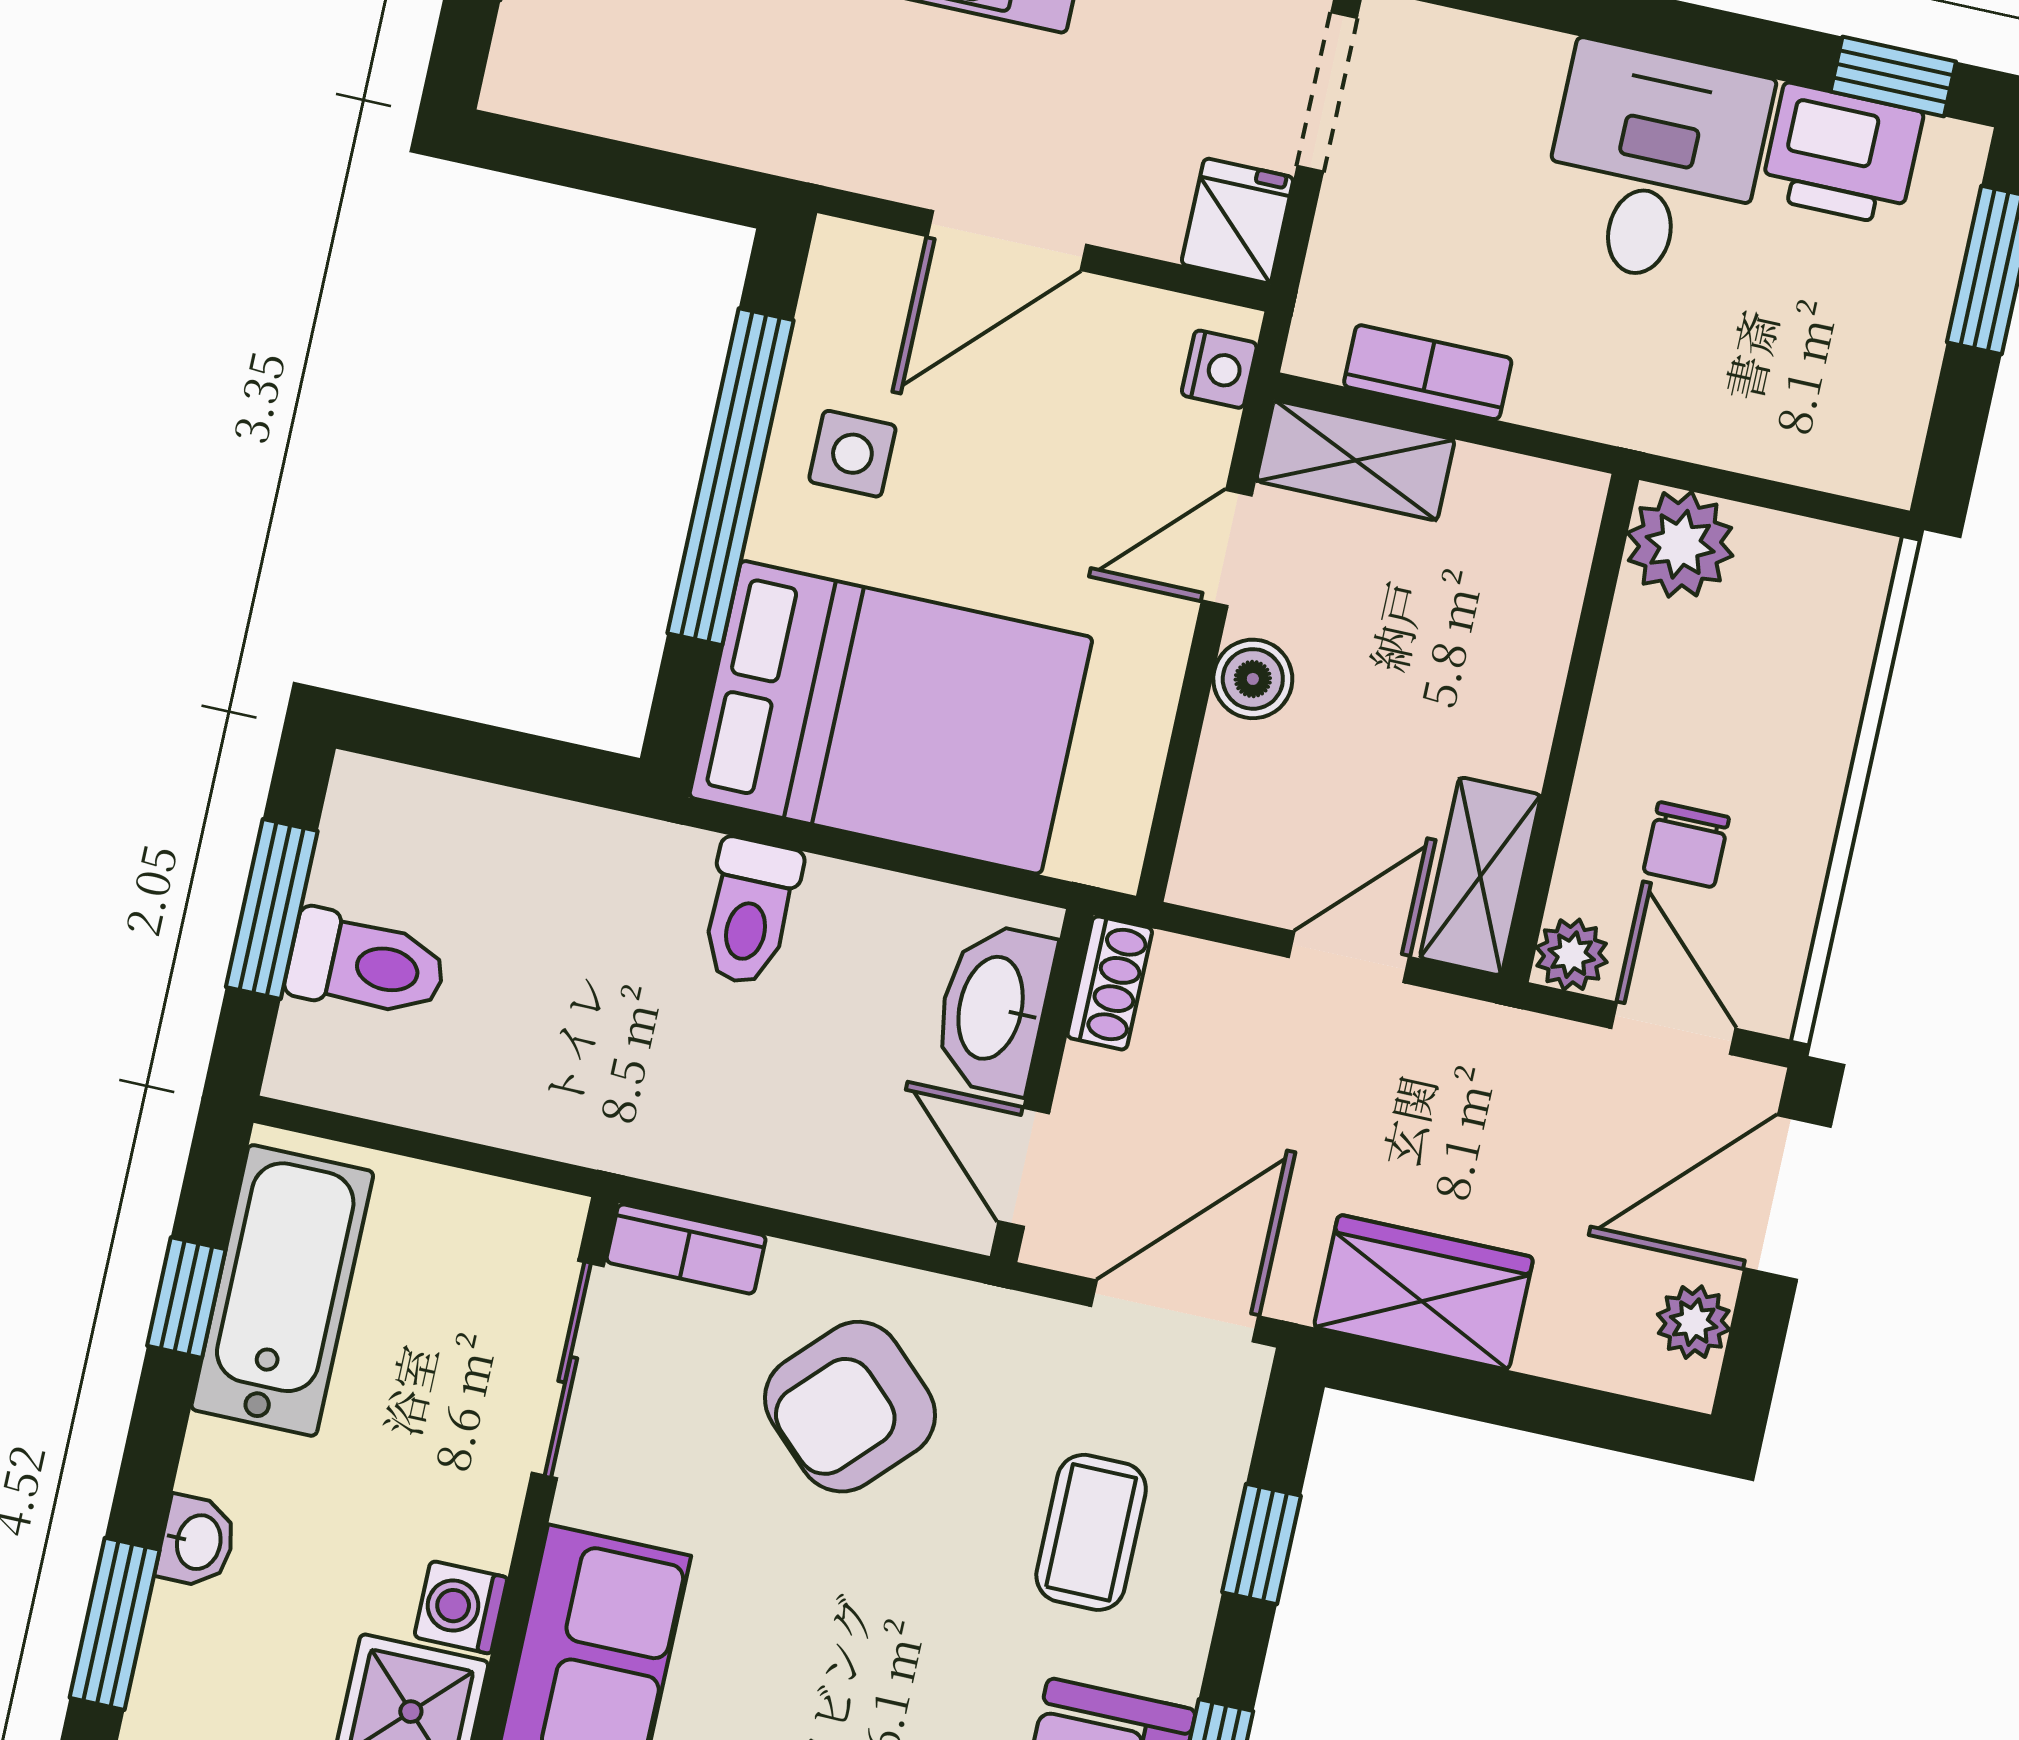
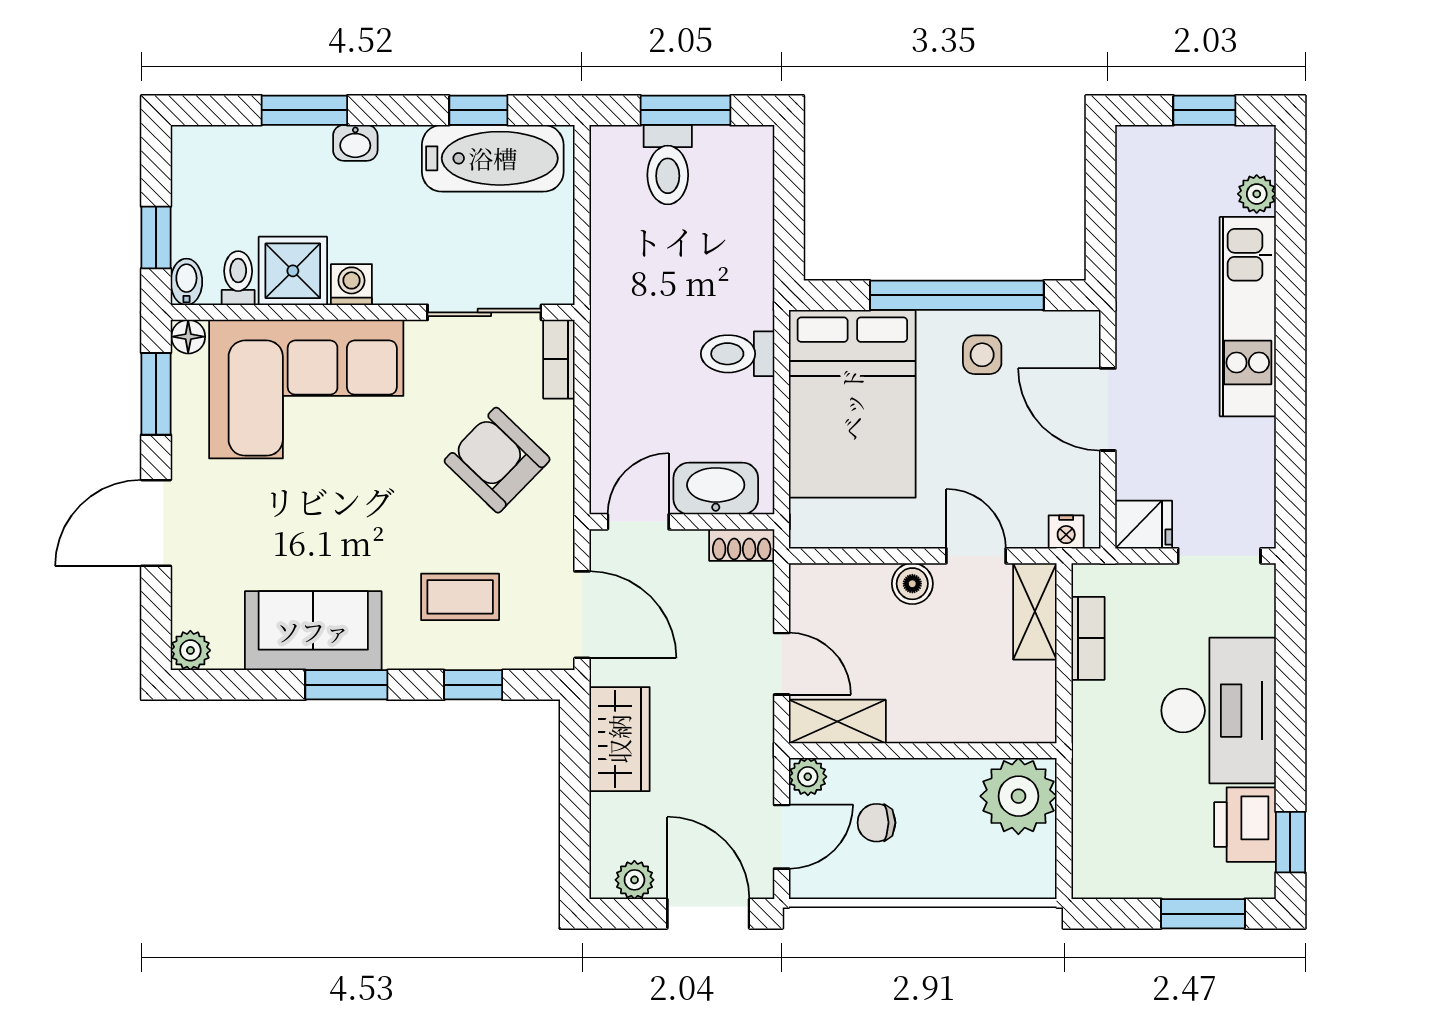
desk: (1654, 165) -> (1219, 711), width x1.37
plant: (1680, 544) -> (1018, 796), width x1.36, depth x1.36

